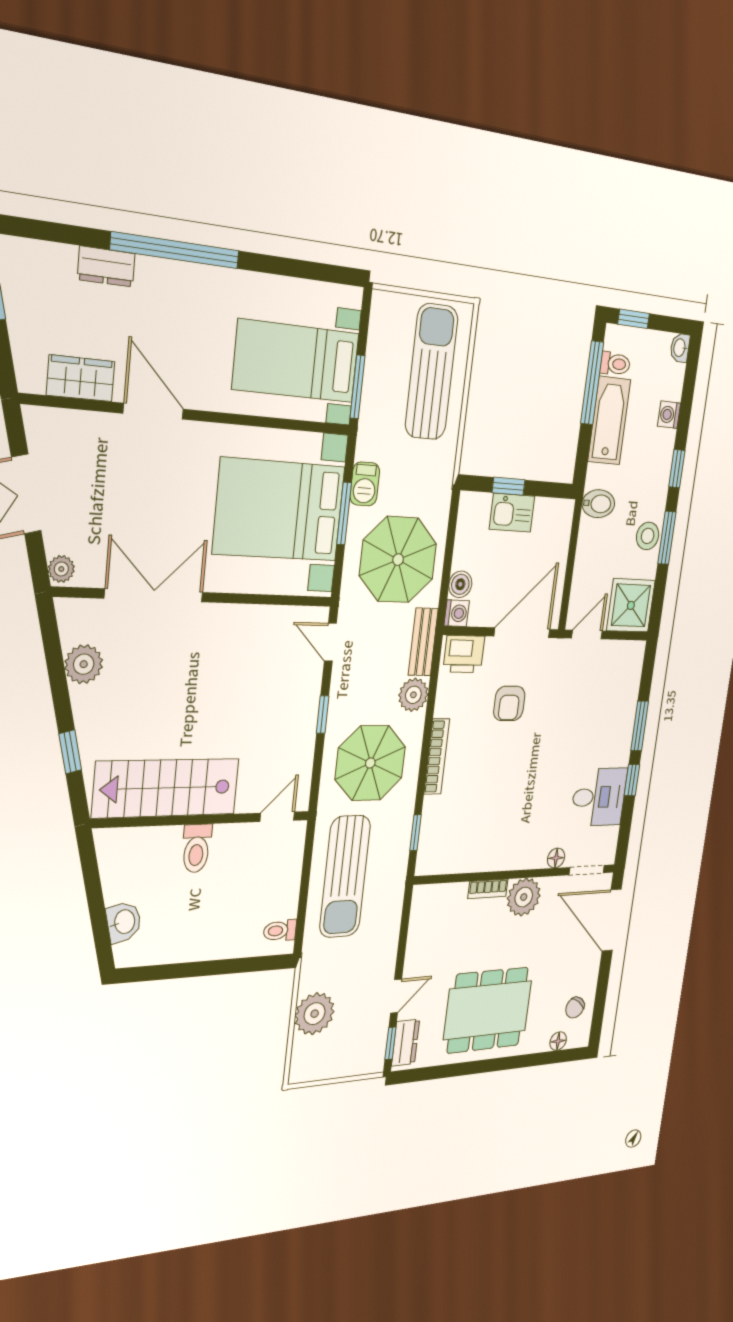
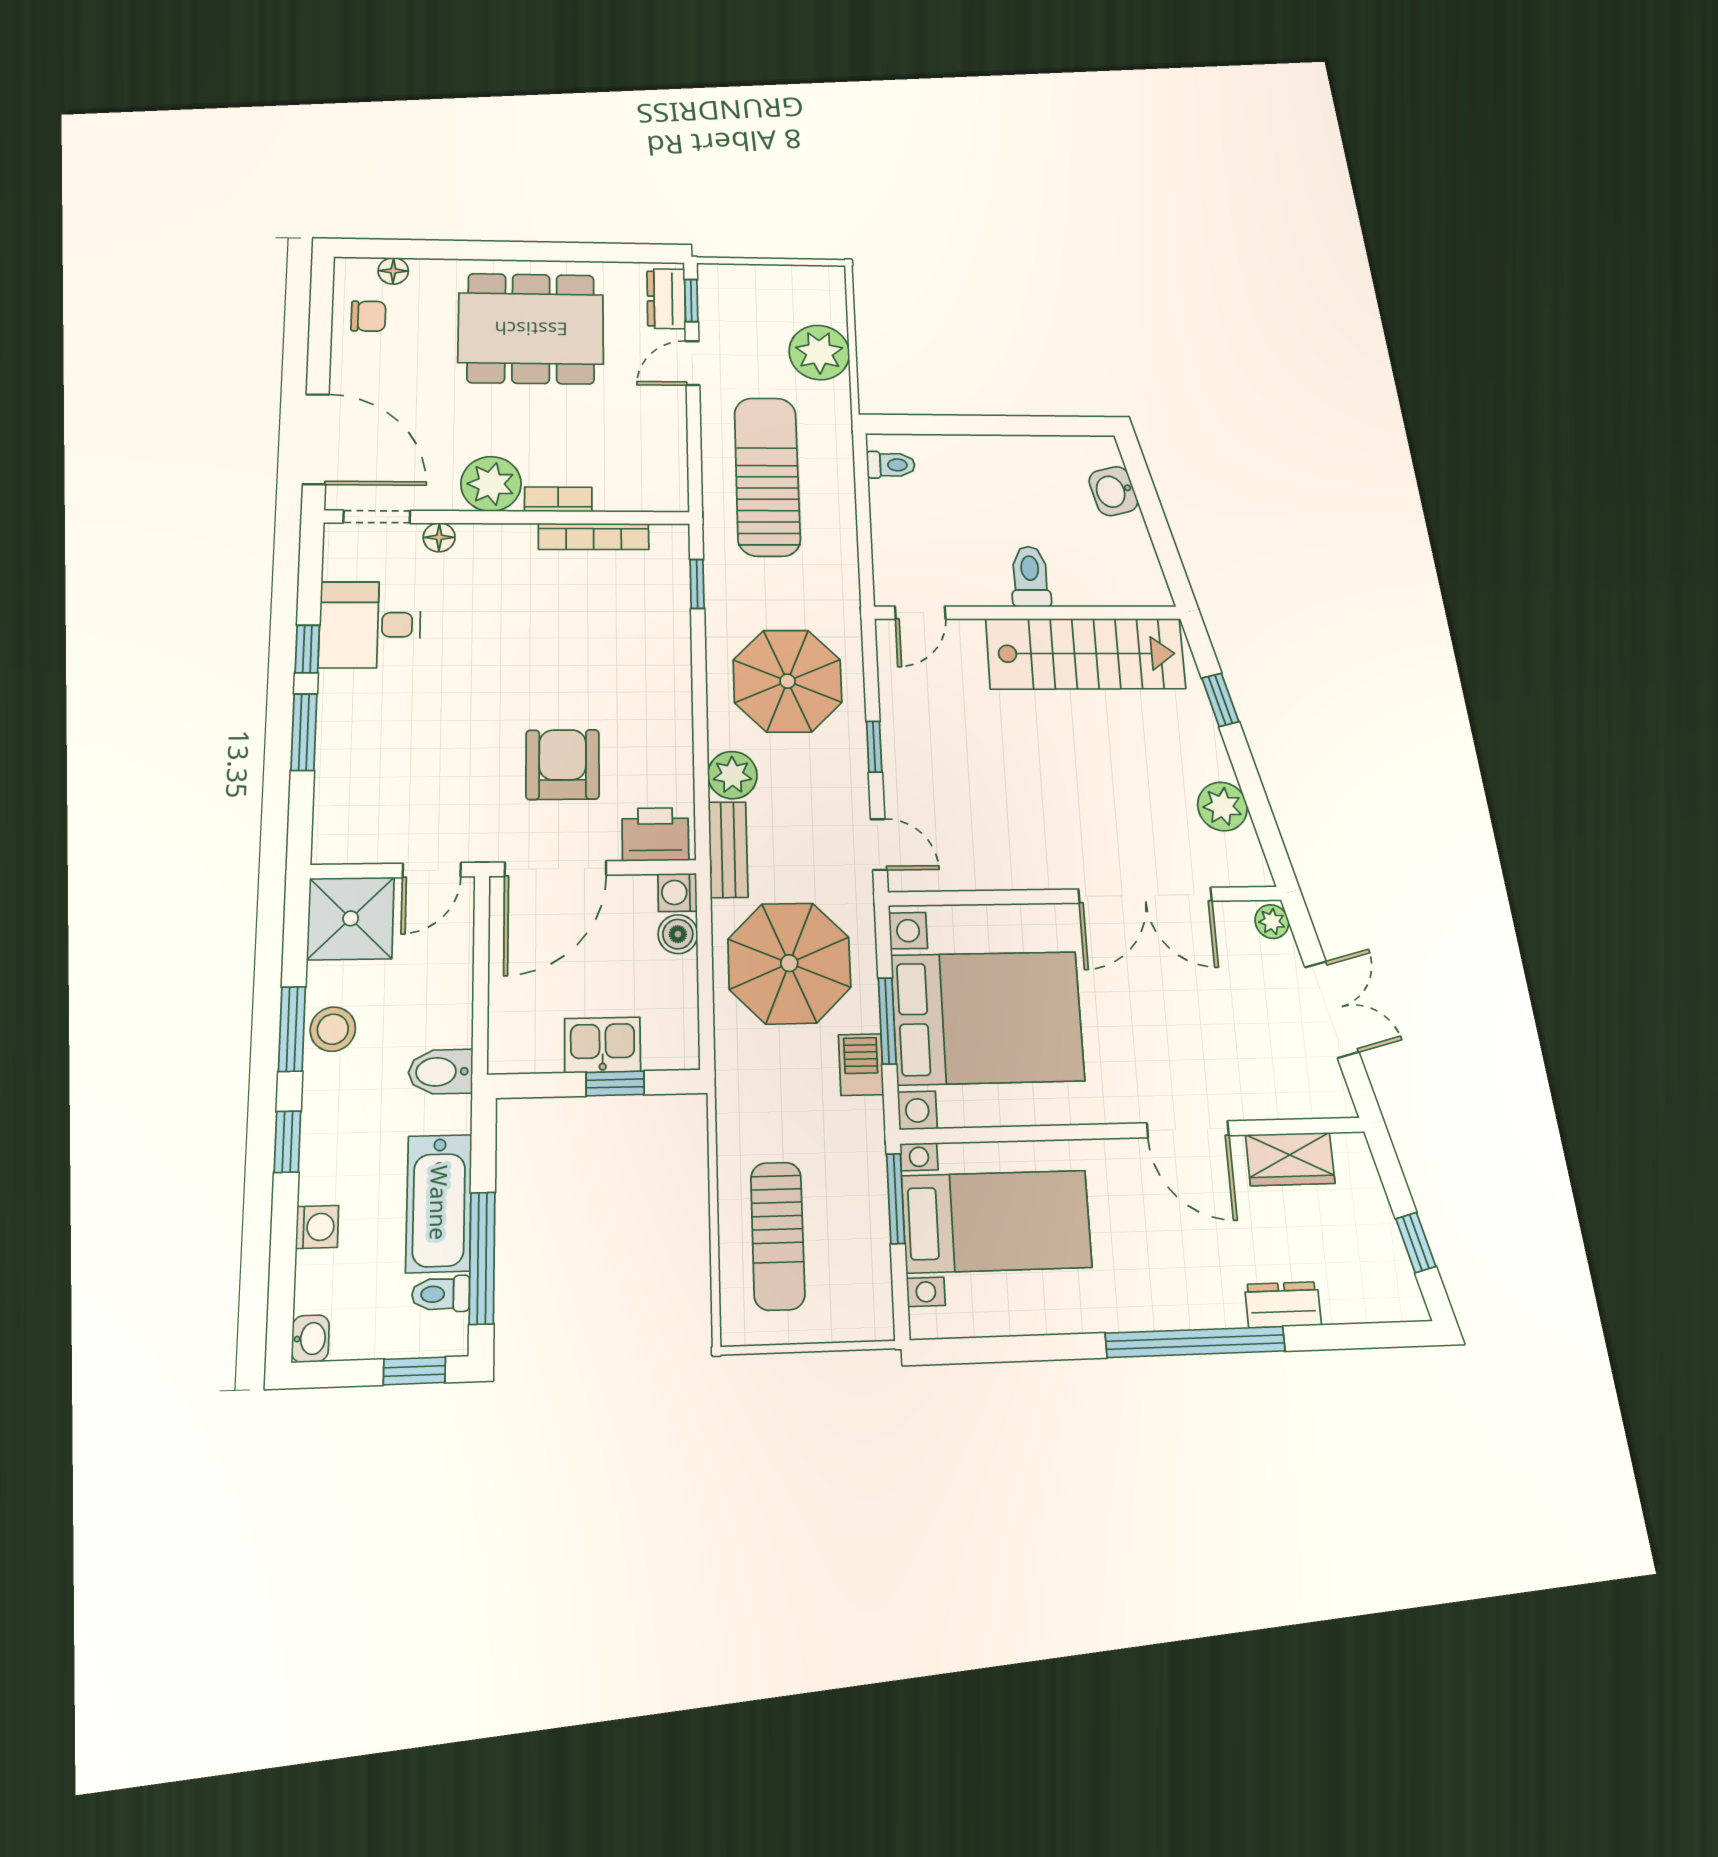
sun lounger: (432, 372) -> (778, 1236), width x0.73, depth x0.75
armchair: (509, 703) -> (563, 765), width x1.38, depth x1.38
bookcase: (437, 756) -> (594, 536), moved, turned -90
sun lounger: (345, 877) -> (767, 476), moved
chair: (575, 1008) -> (368, 316), turned 54

